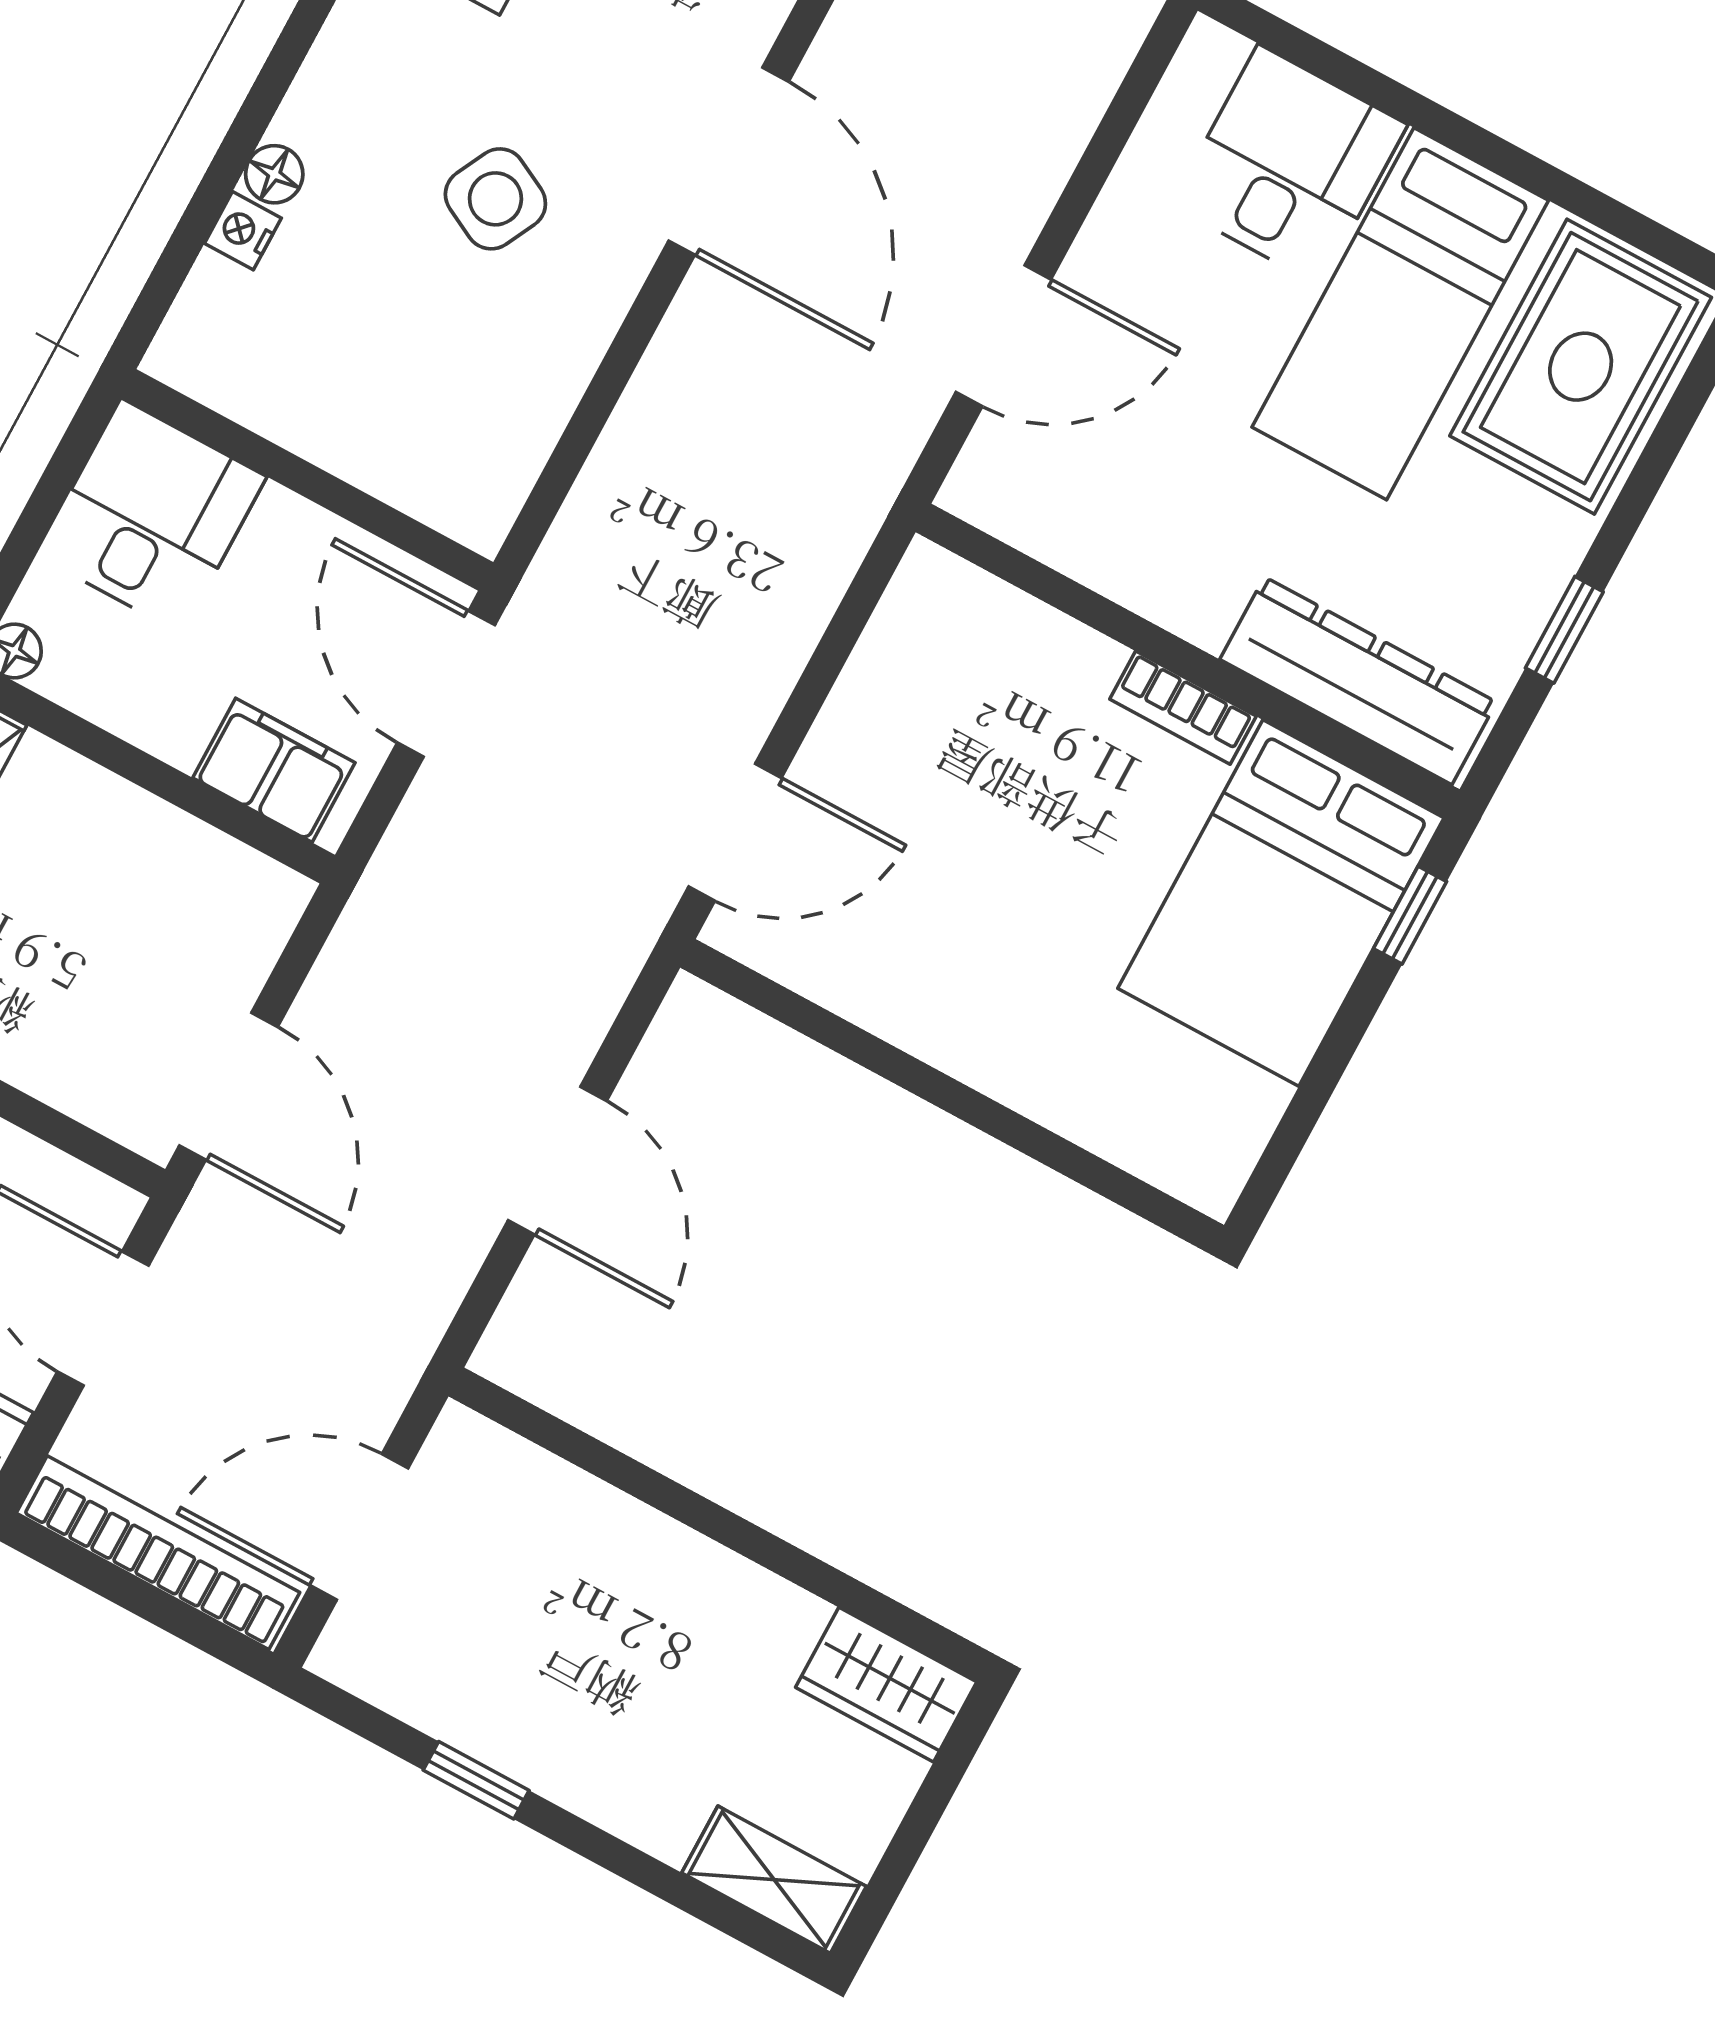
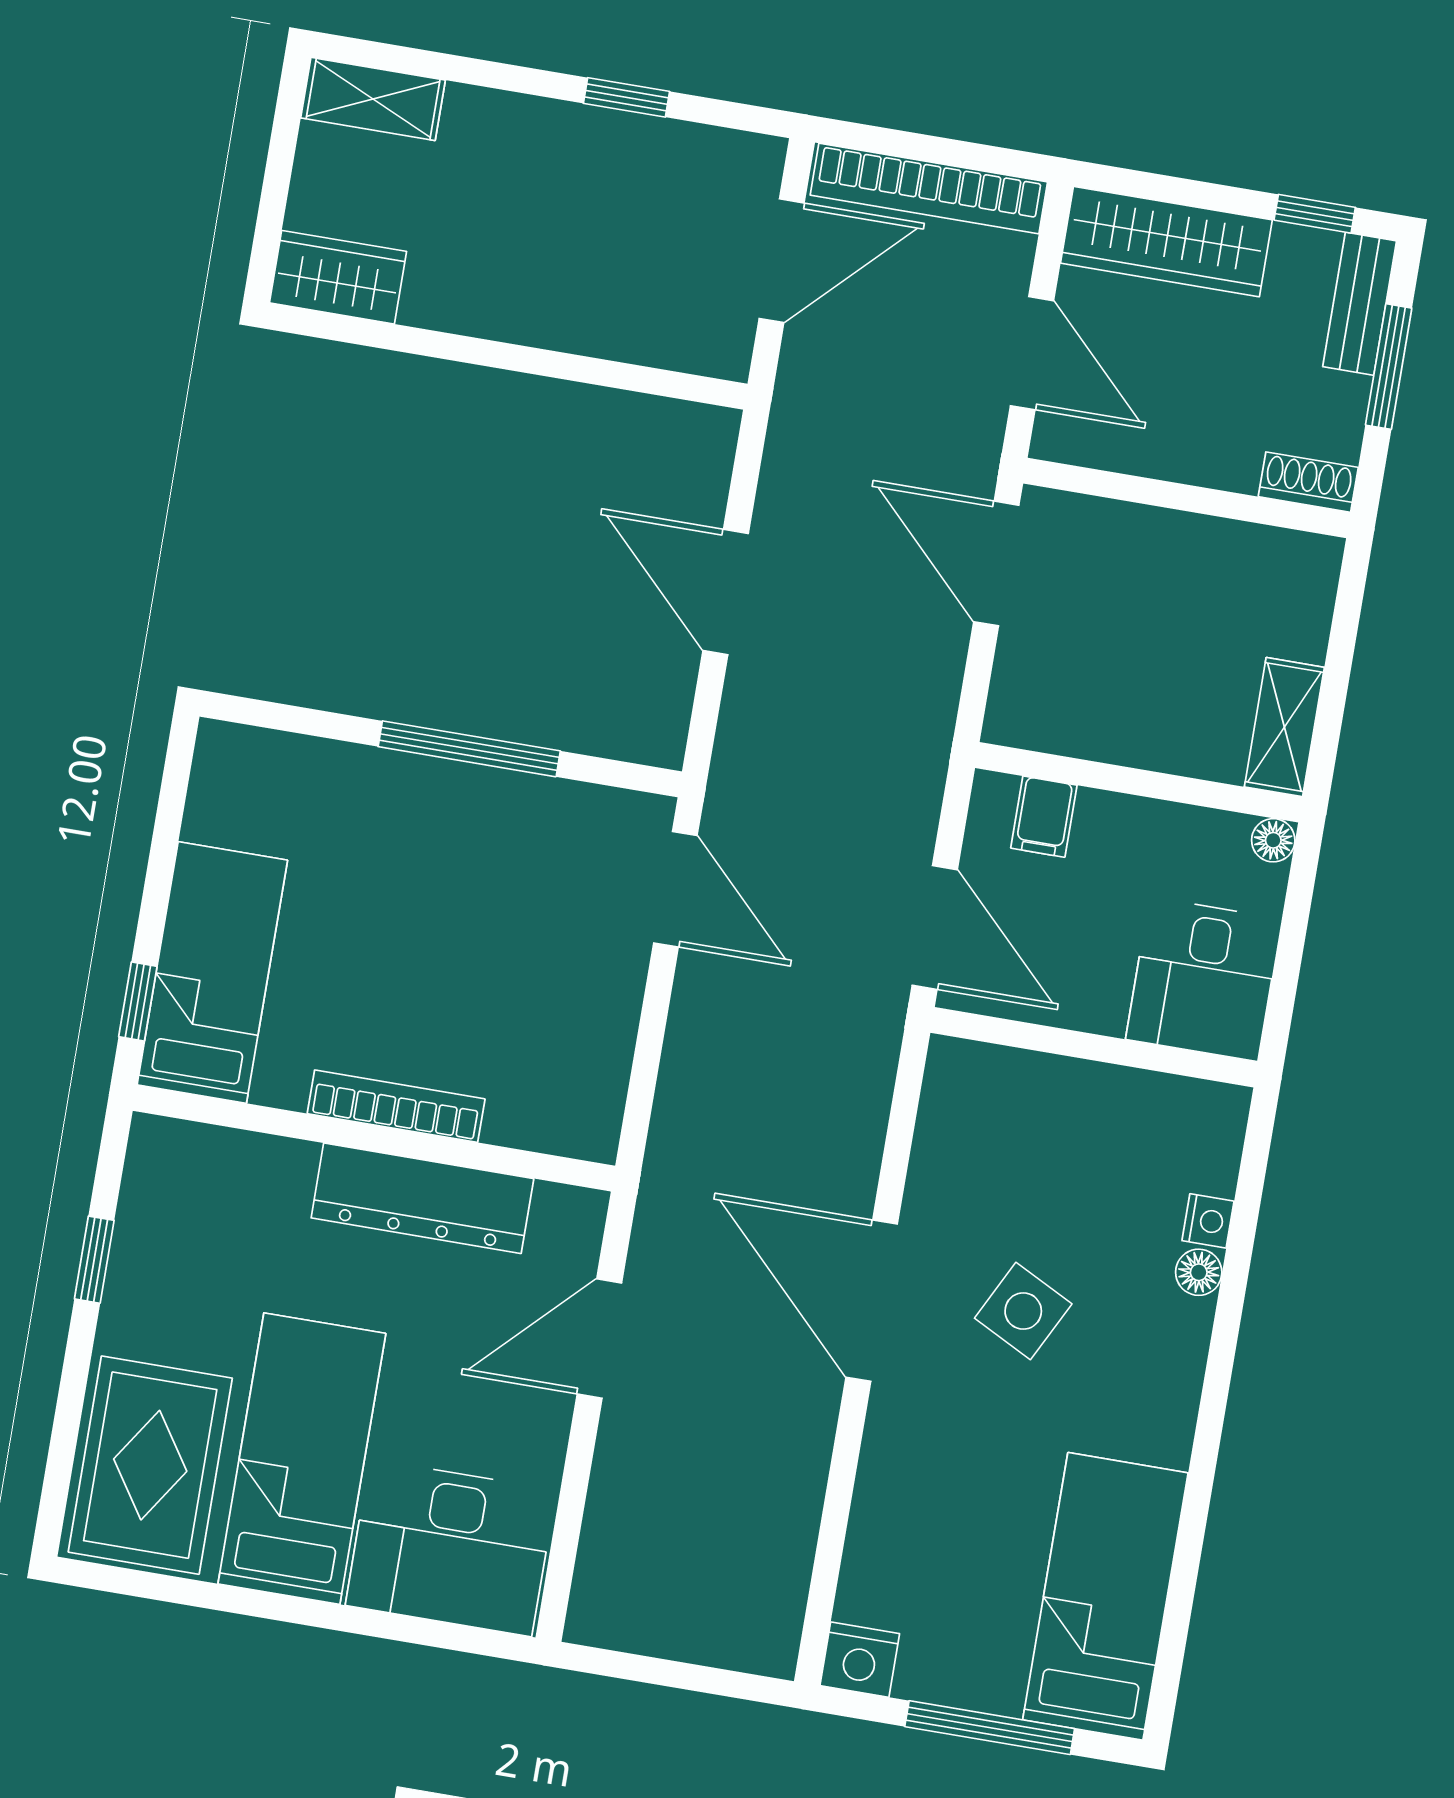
door: (729, 161) -> (872, 1301), moved
desk: (1289, 165) -> (451, 1548), width x1.37
dresser: (1358, 681) -> (422, 1198), moved
bookcase: (1183, 708) -> (396, 1106), width x1.56
filing cabinet: (274, 770) -> (1044, 817), width x0.50
door: (735, 832) -> (675, 889), swing flipped
bed: (1281, 903) -> (212, 973), width x0.67
window: (921, 1079) -> (469, 749), added

